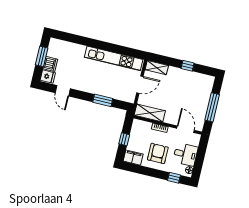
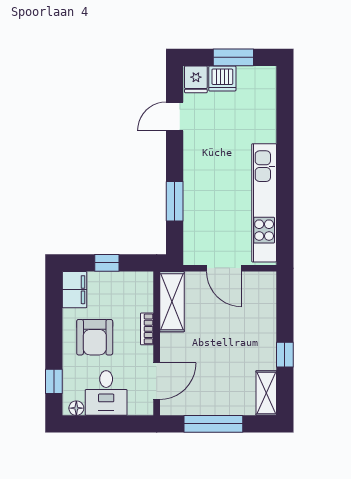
shelving: (157, 68) -> (266, 393), moved
armchair: (158, 153) -> (95, 337), turned 90

